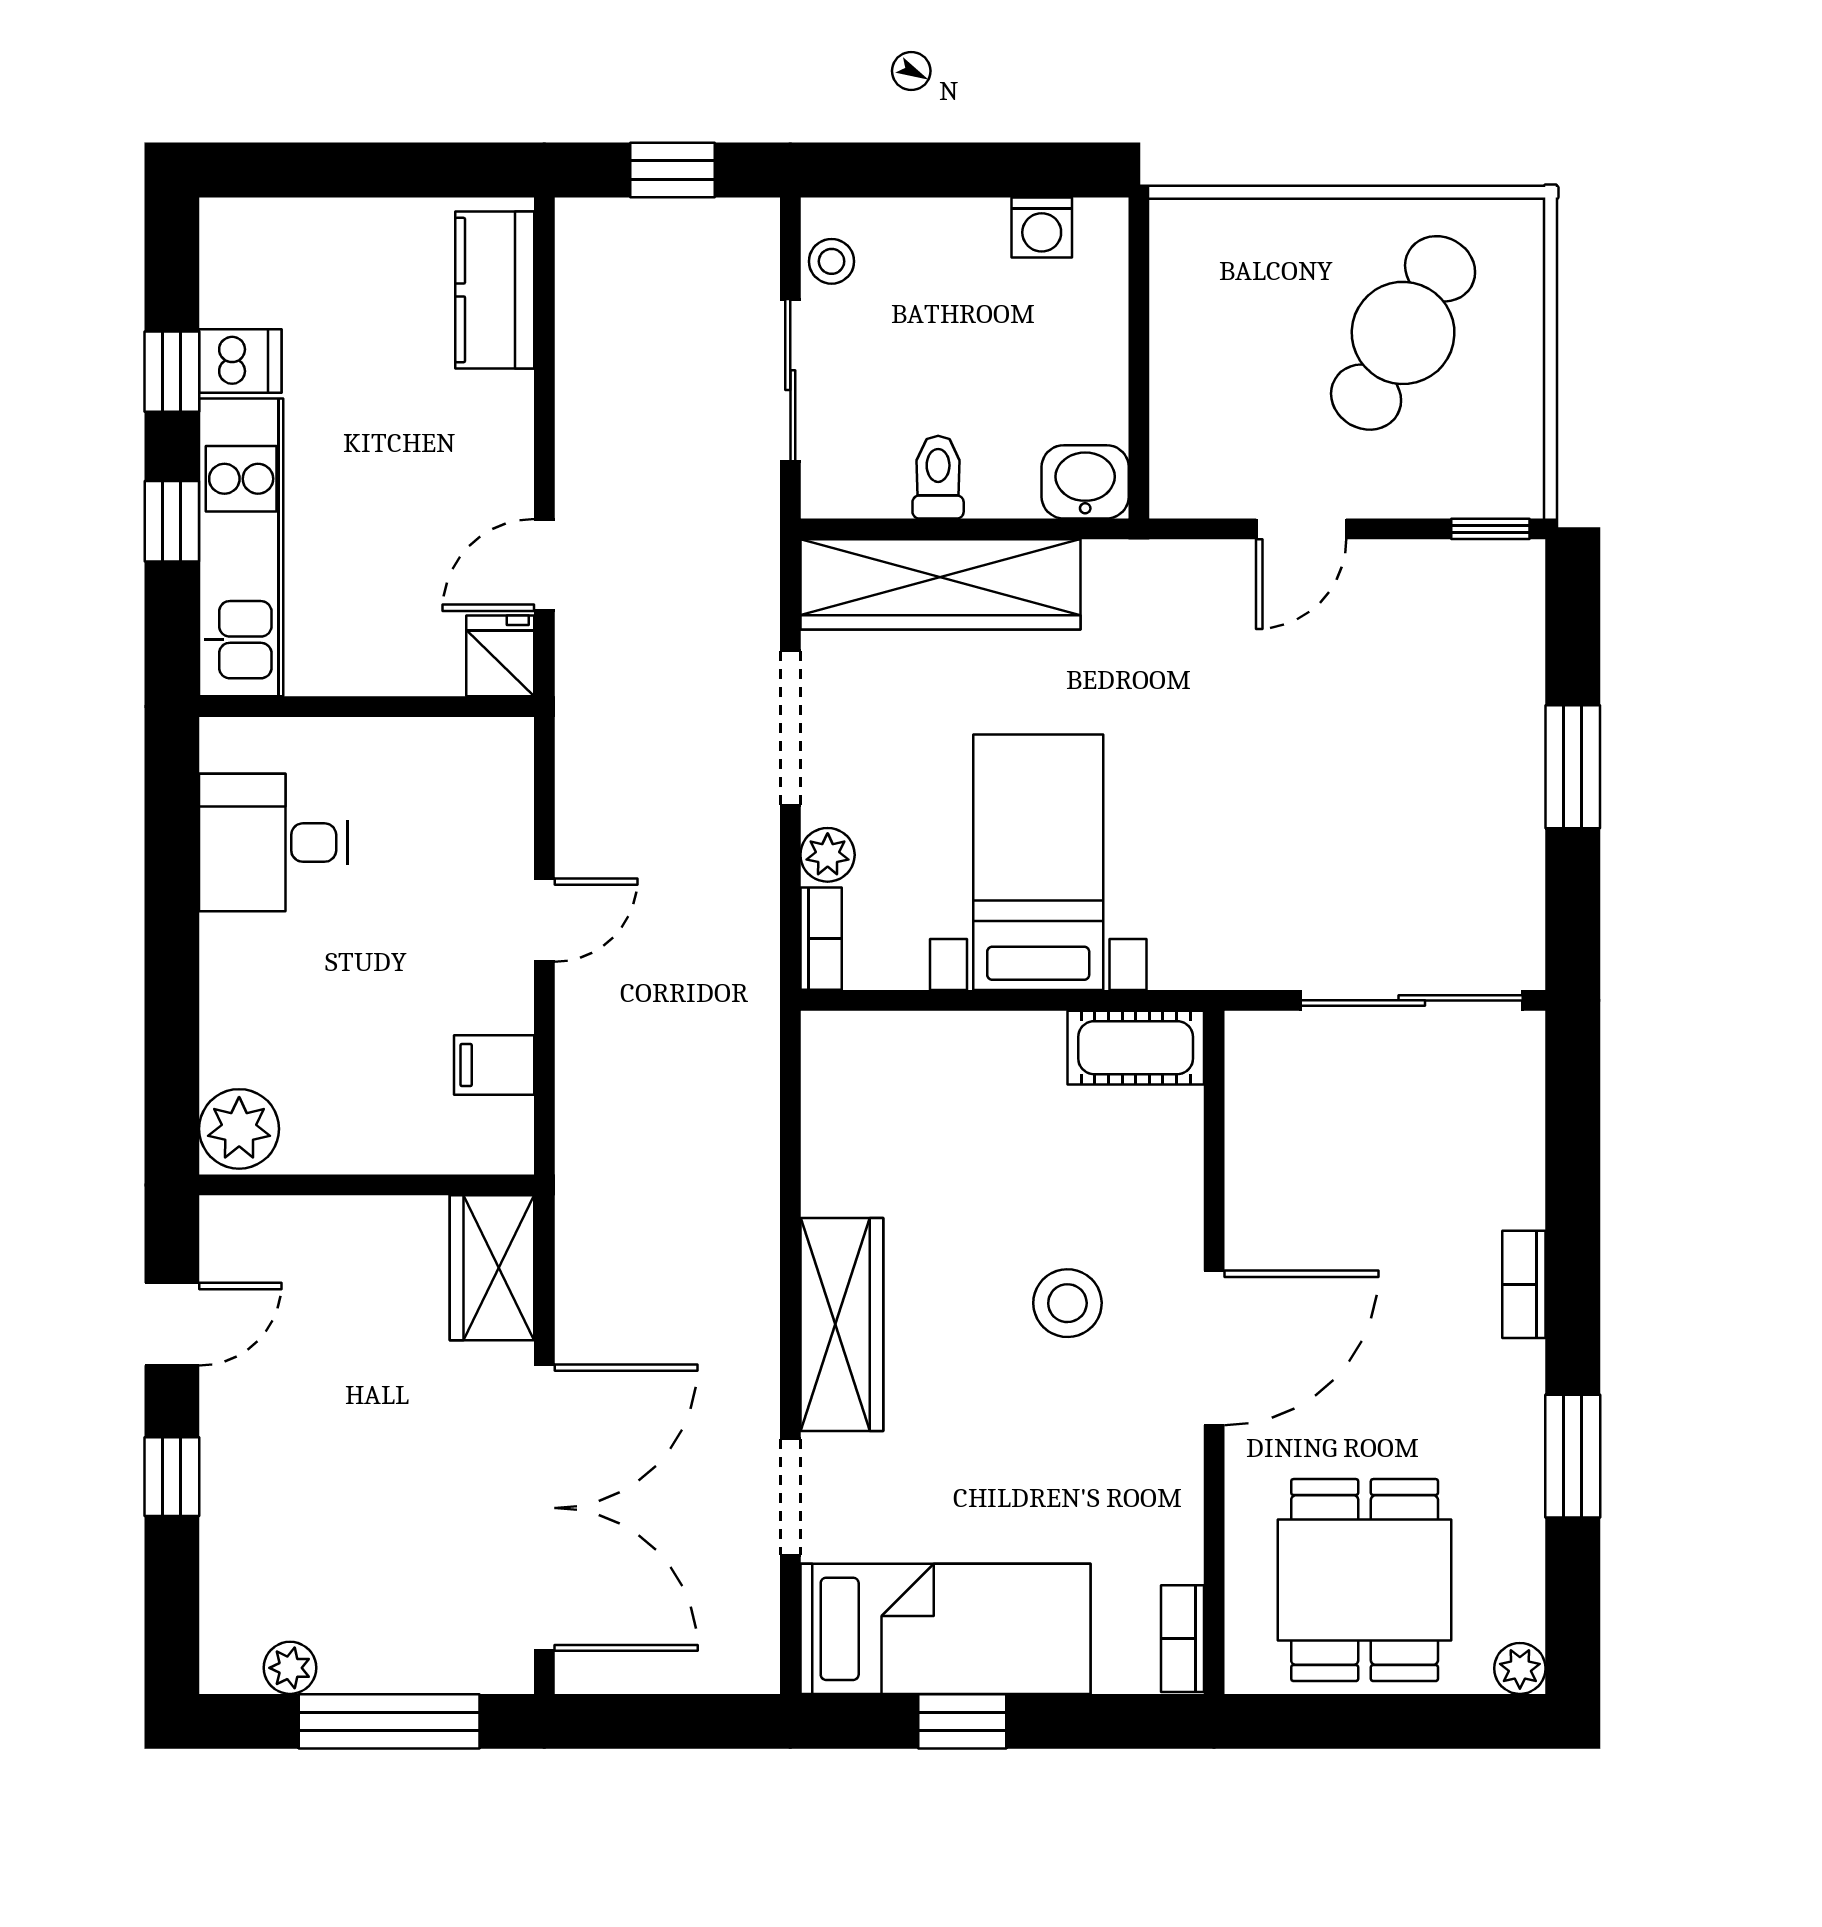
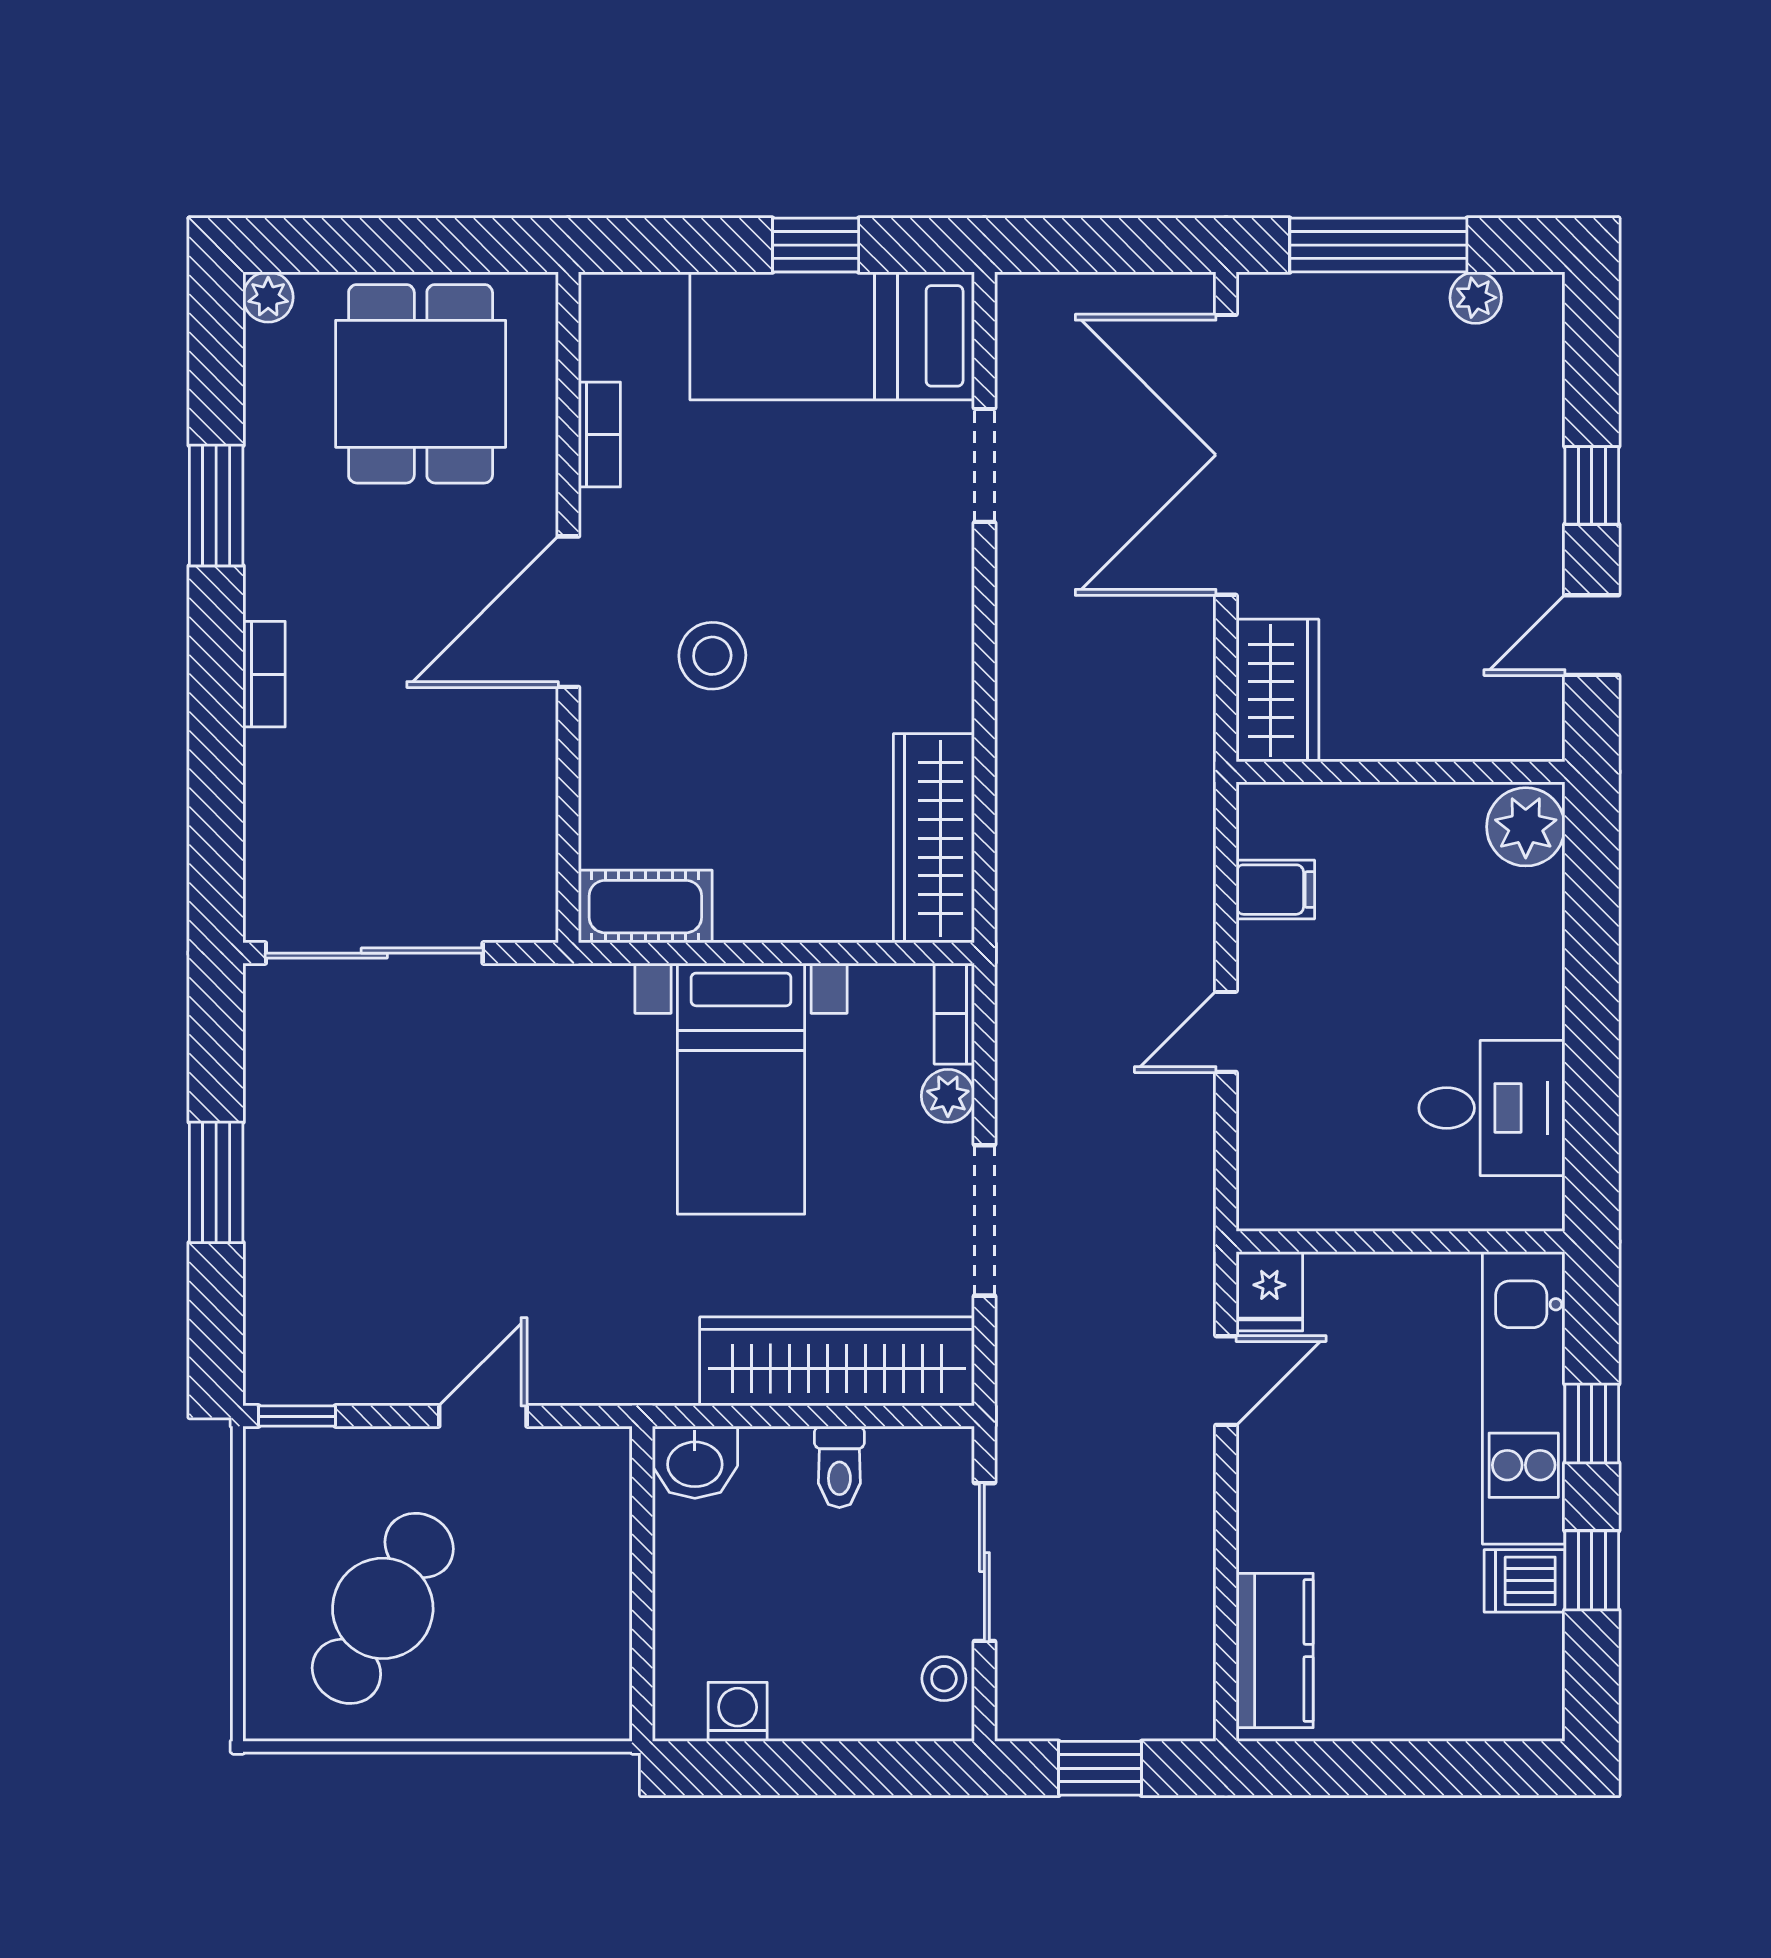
wardrobe: (842, 1324) -> (934, 838), moved
bookcase: (1182, 1639) -> (599, 434), moved

